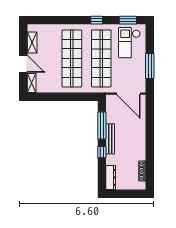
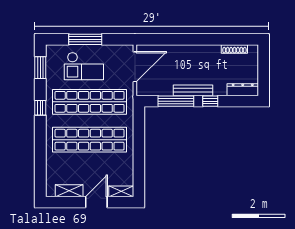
checkout: (129, 43) -> (84, 66), moved
window: (150, 66) -> (85, 39), moved

